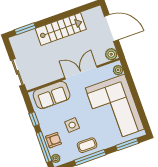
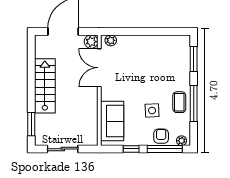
sliding door: (17, 72) -> (63, 149), moved
double door: (81, 73) -> (99, 68), moved
corner sofa: (115, 109) -> (151, 59), removed

